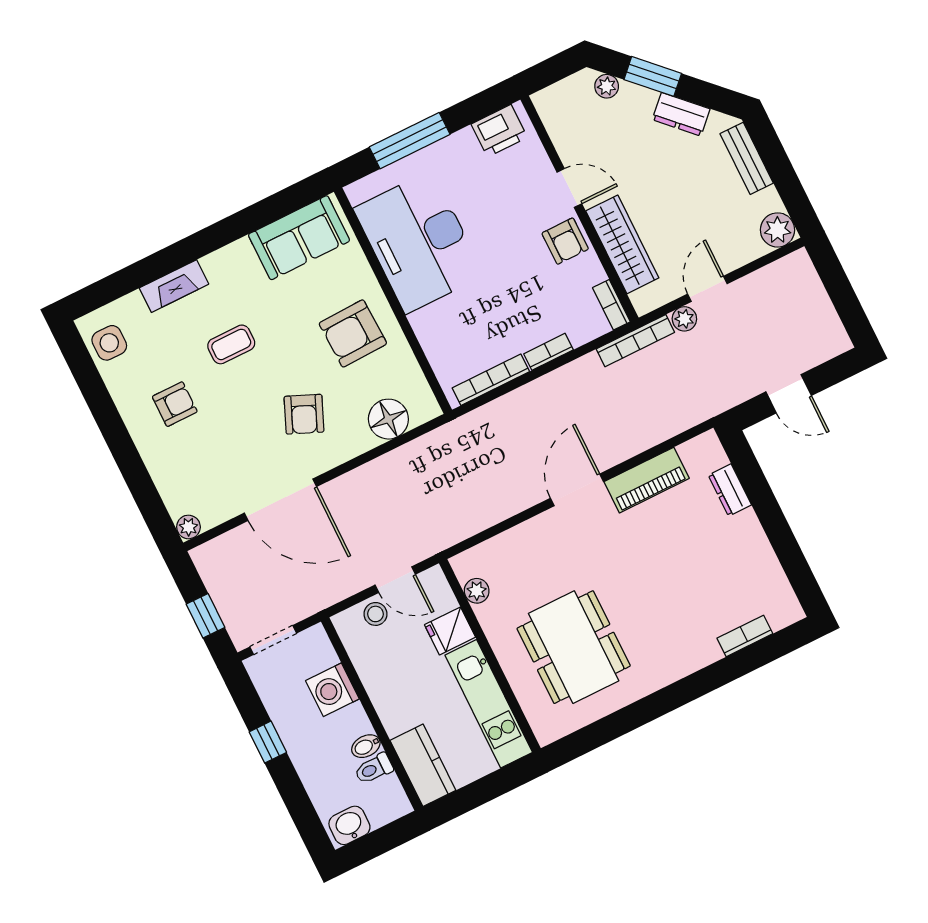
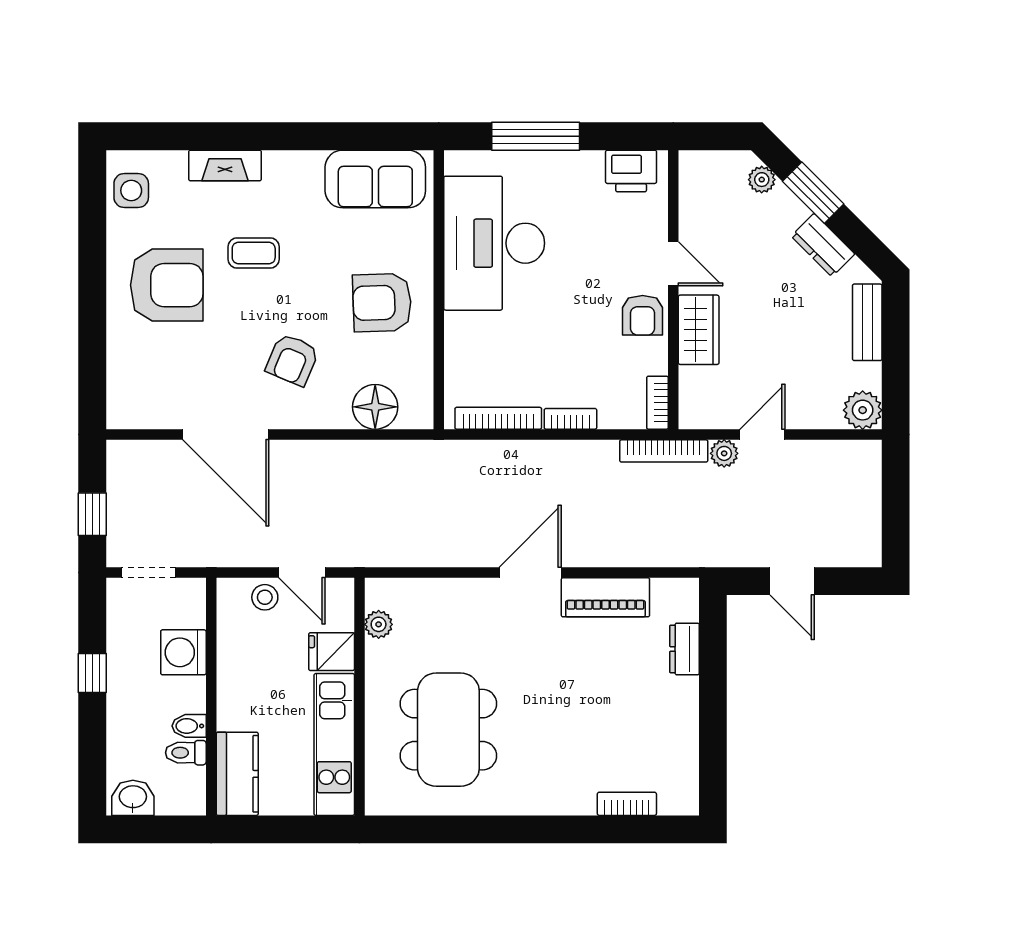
wardrobe: (622, 244) -> (699, 330), width x0.67
armchair: (175, 404) -> (167, 285), width x1.88, depth x1.88
plant: (188, 527) -> (119, 416), removed

